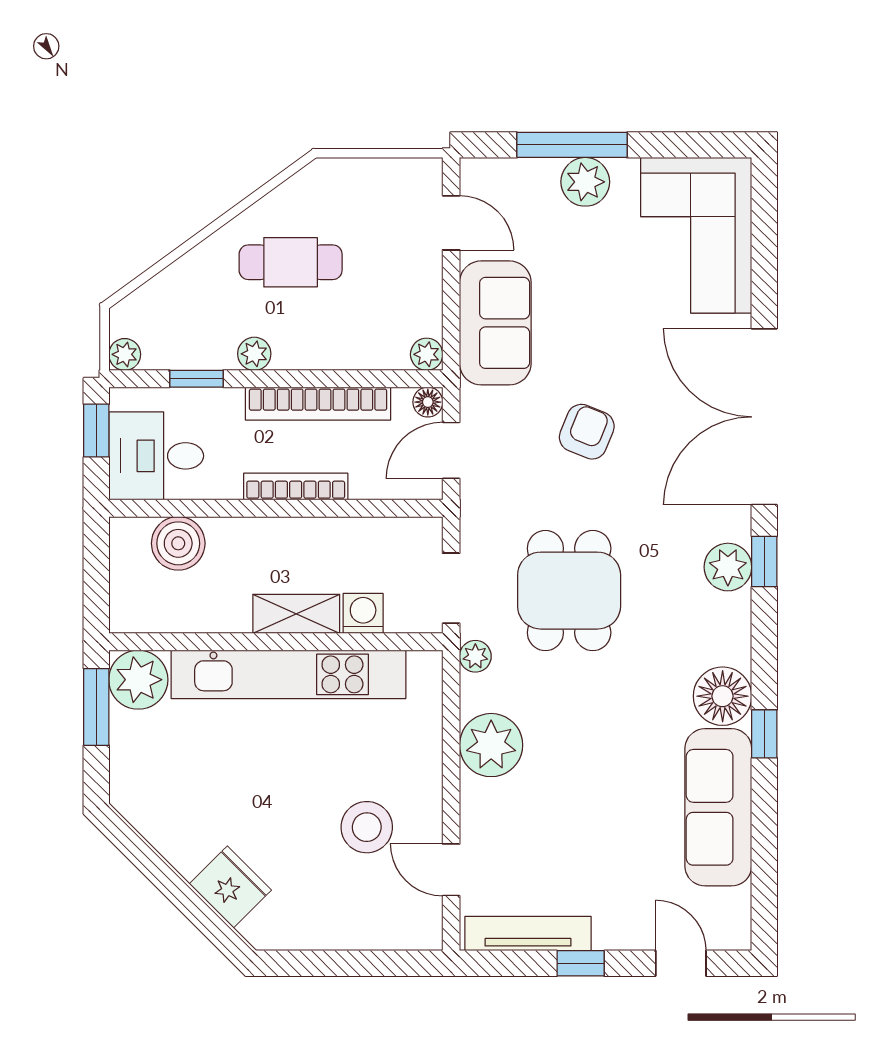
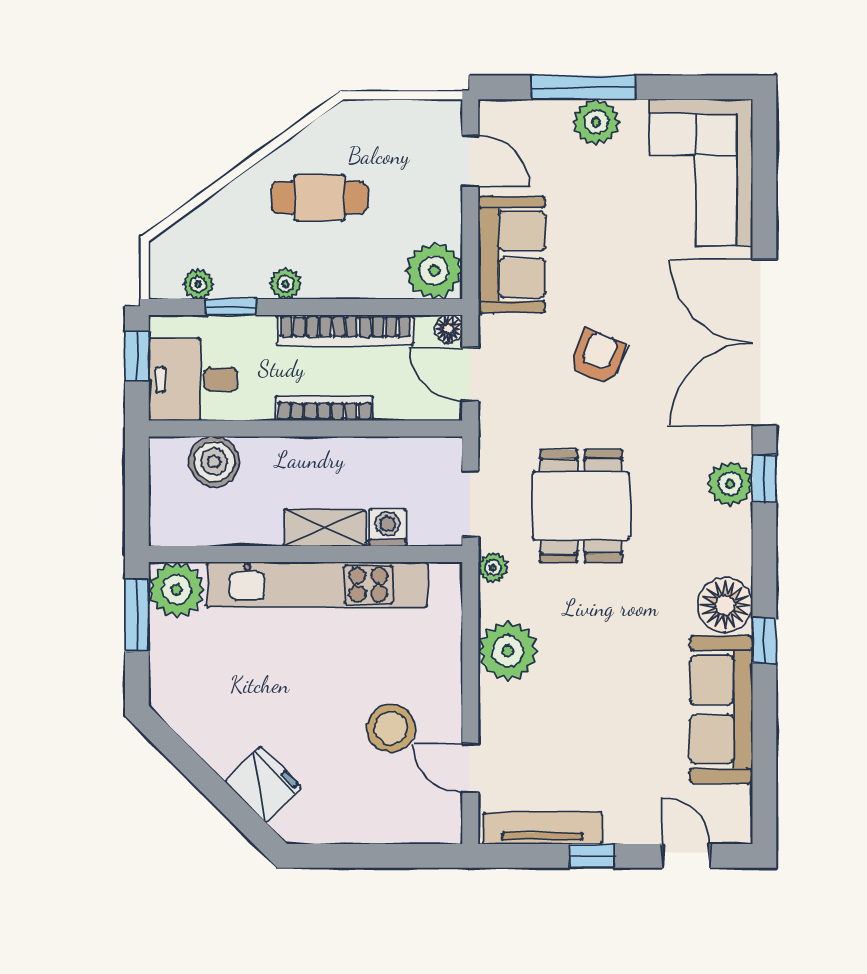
plant: (125, 354) -> (198, 284), moved
plant: (427, 354) -> (434, 271), width x1.88, depth x1.88
door: (451, 450) -> (470, 374), hinge flipped

